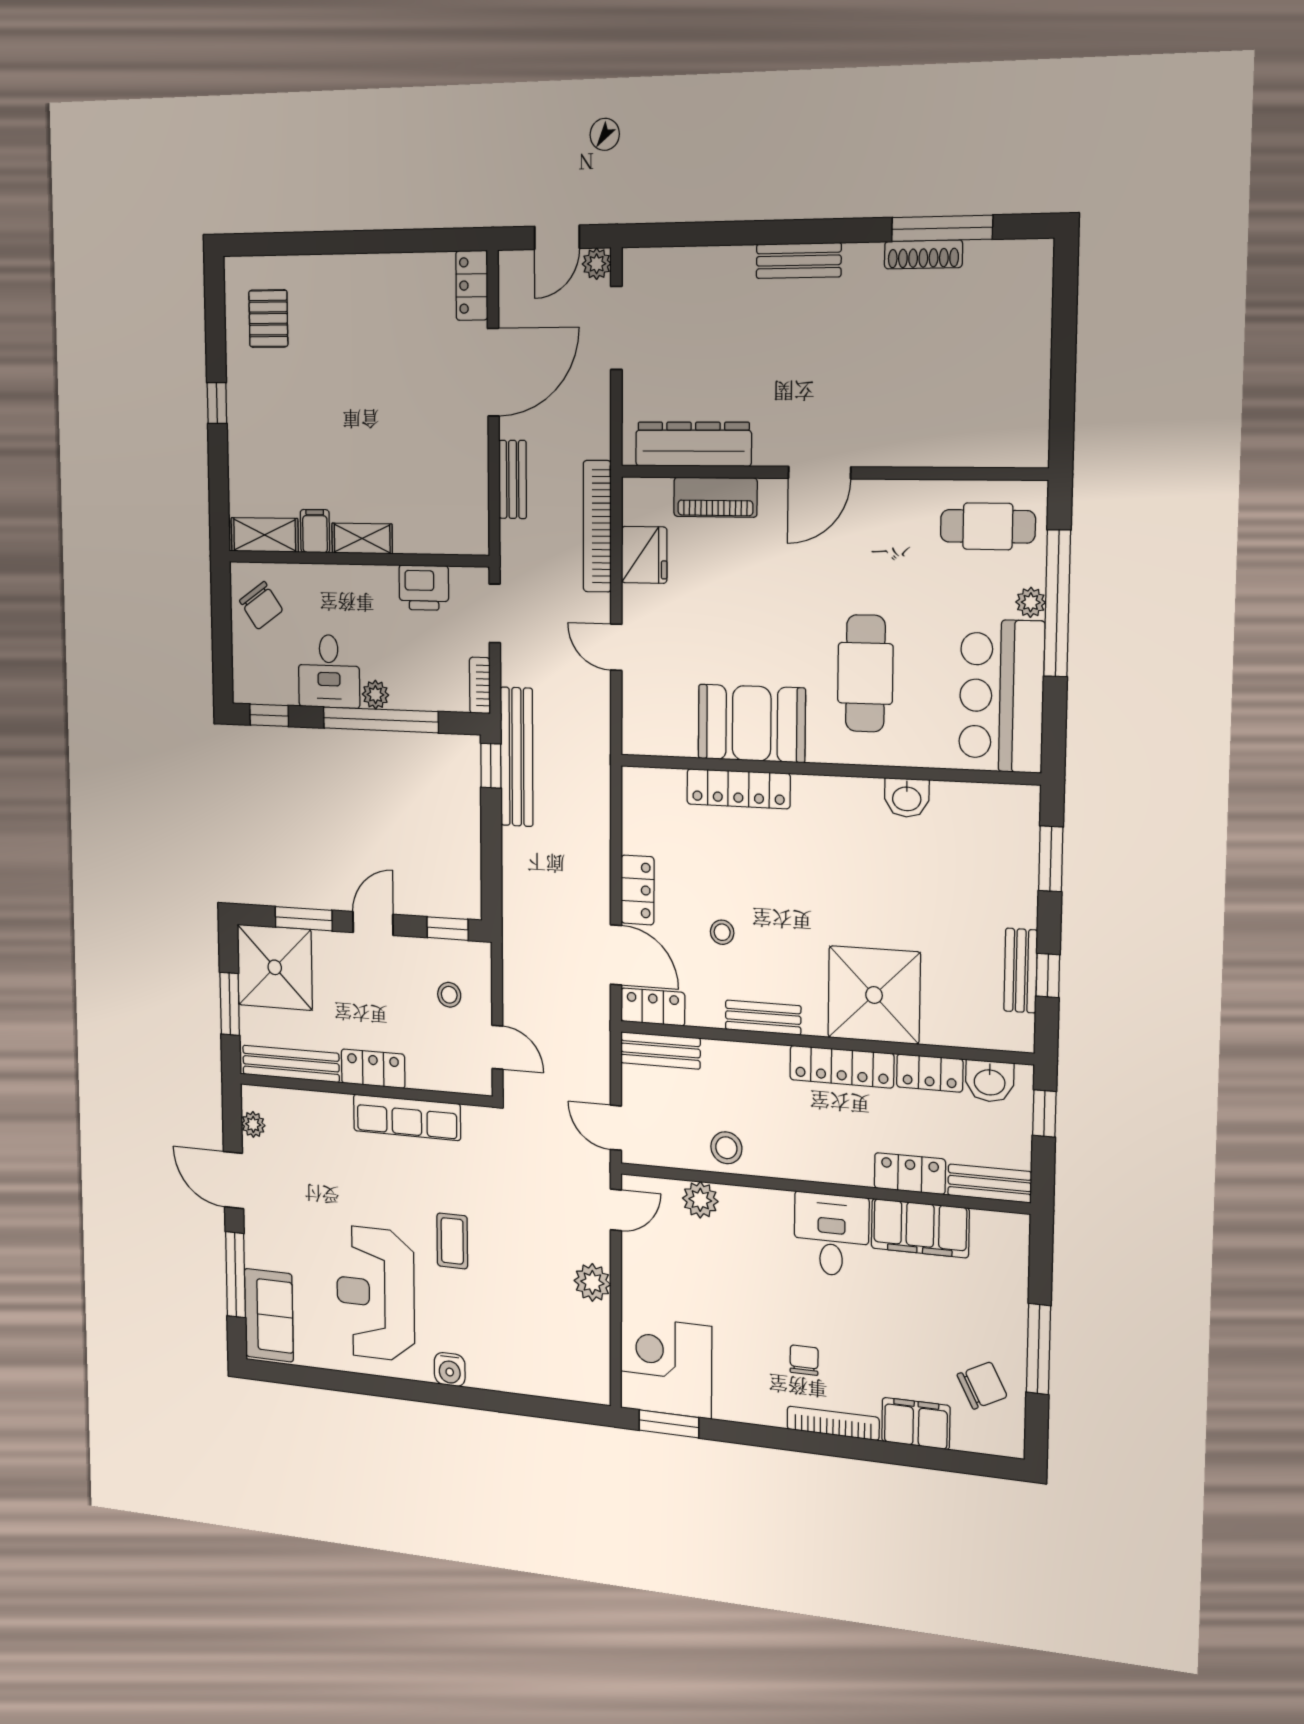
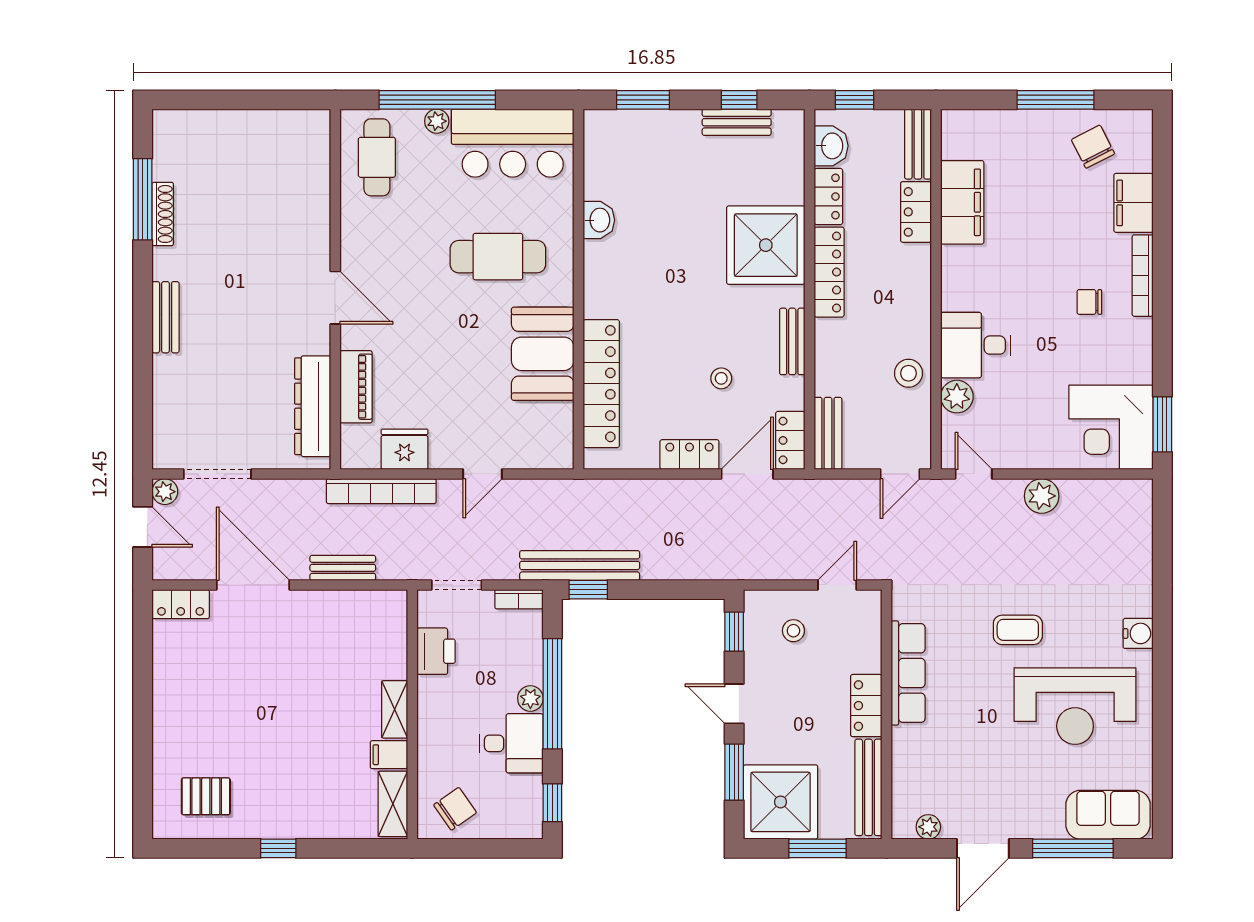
locker: (738, 789) -> (601, 384), width x1.41, depth x1.21
desk: (831, 1235) -> (976, 345), moved

